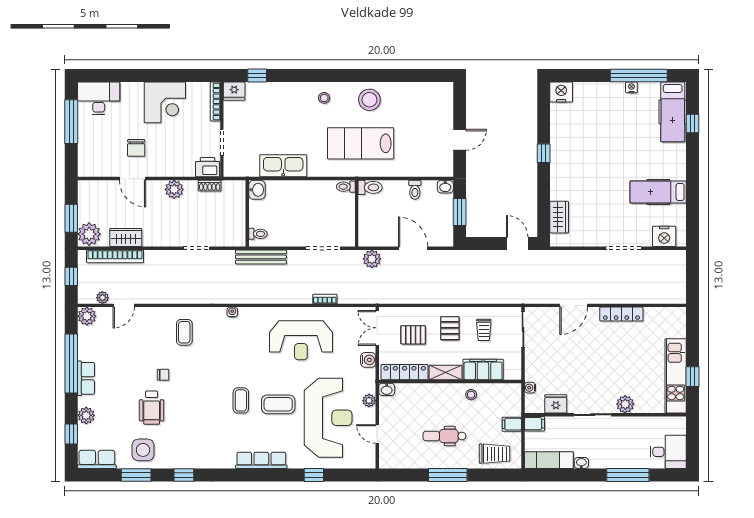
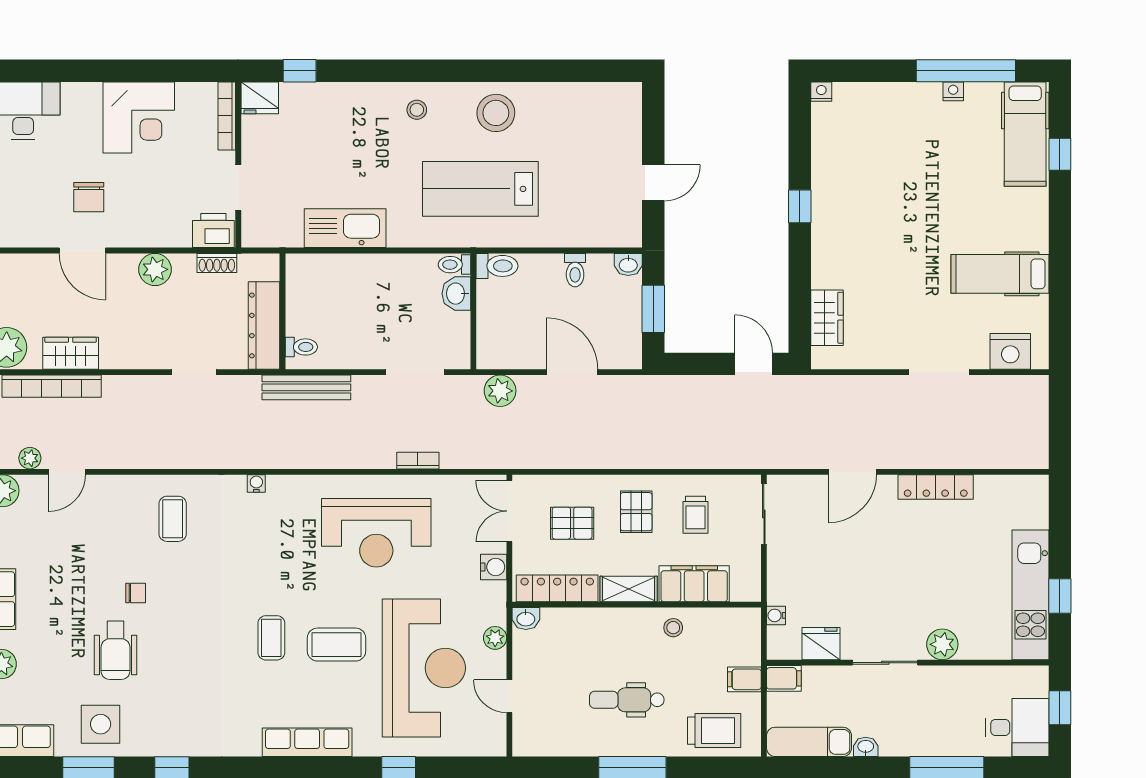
nightstand: (561, 92) -> (821, 92), width x0.53, depth x0.56
washbasin: (257, 190) -> (456, 294), moved, turned 180
dresser: (237, 222) -> (264, 325), added
window: (693, 441) -> (1060, 708), added

